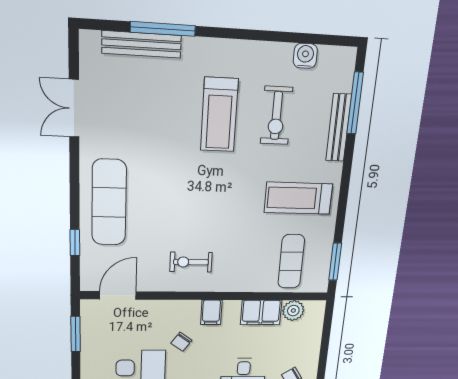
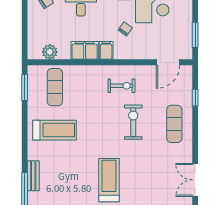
double door: (74, 108) -> (195, 180), swing flipped
exercise bike: (276, 116) -> (133, 122), moved
bench: (339, 128) -> (33, 176), width x0.73
exercise mat: (109, 203) -> (174, 124), width x0.73, depth x0.69
filing cabinet: (261, 312) -> (85, 50), moved

